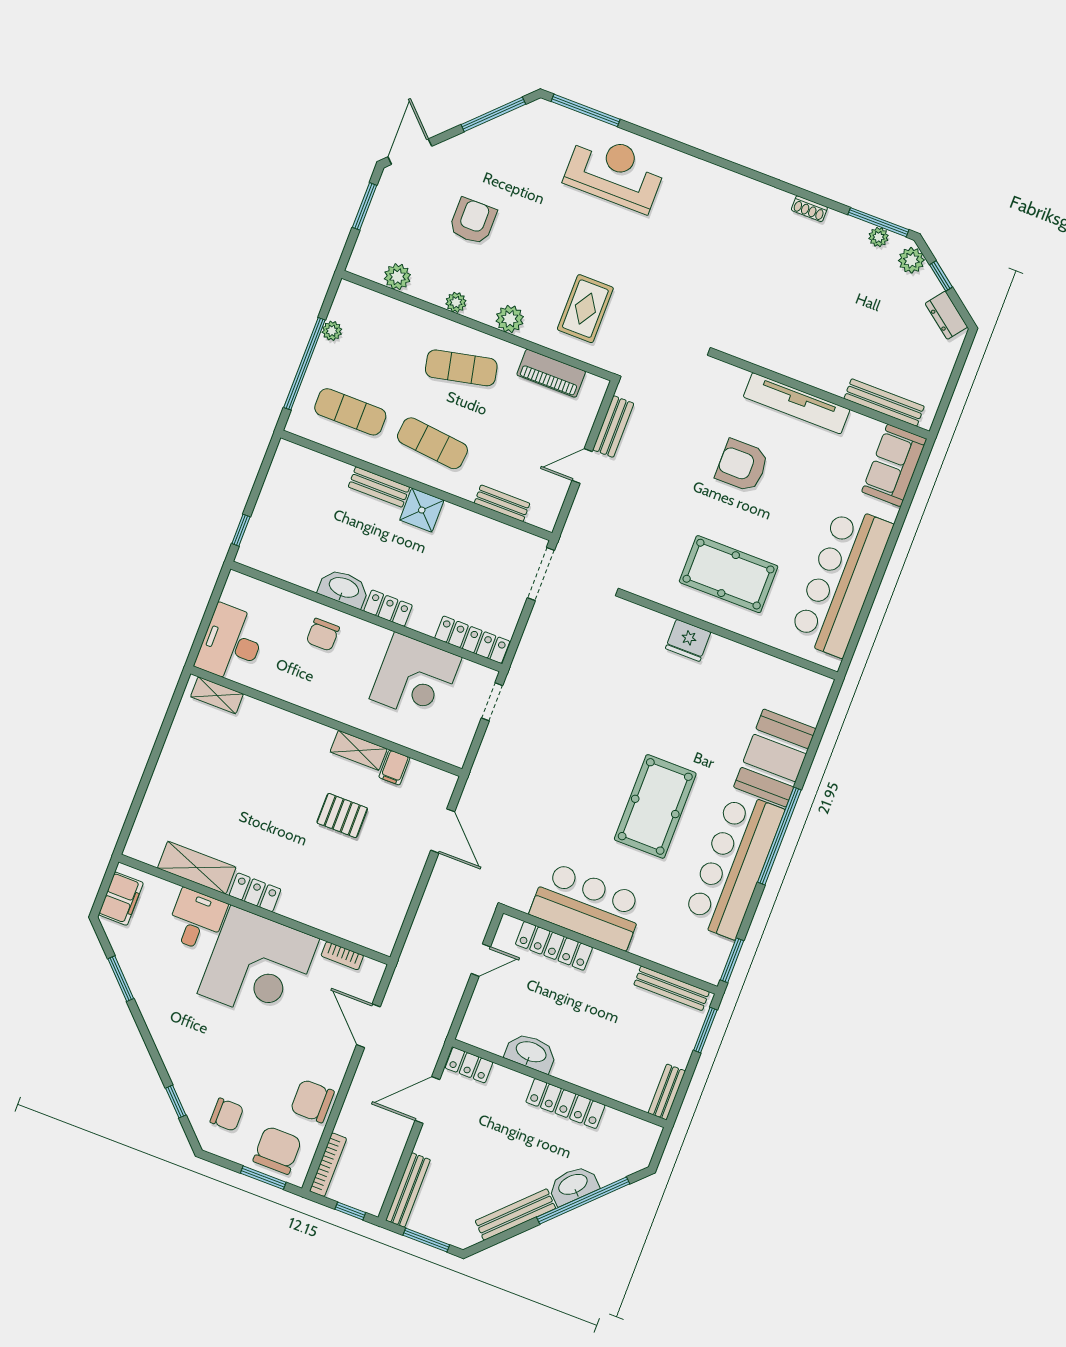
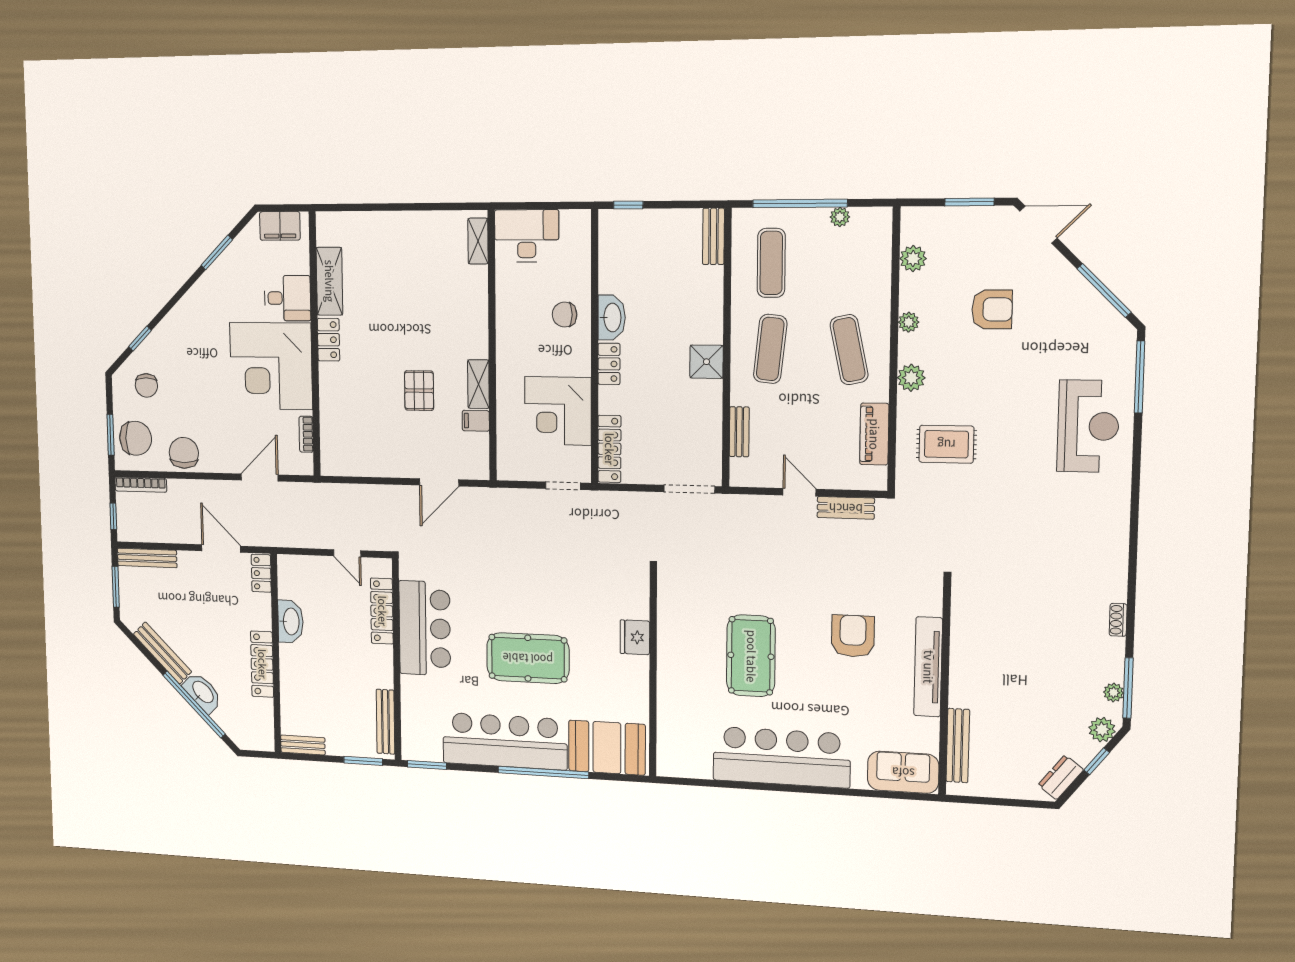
bench: (379, 487) -> (713, 236), moved
wall: (730, 635) -> (653, 673), moved
fridge: (688, 640) -> (635, 637), moved

